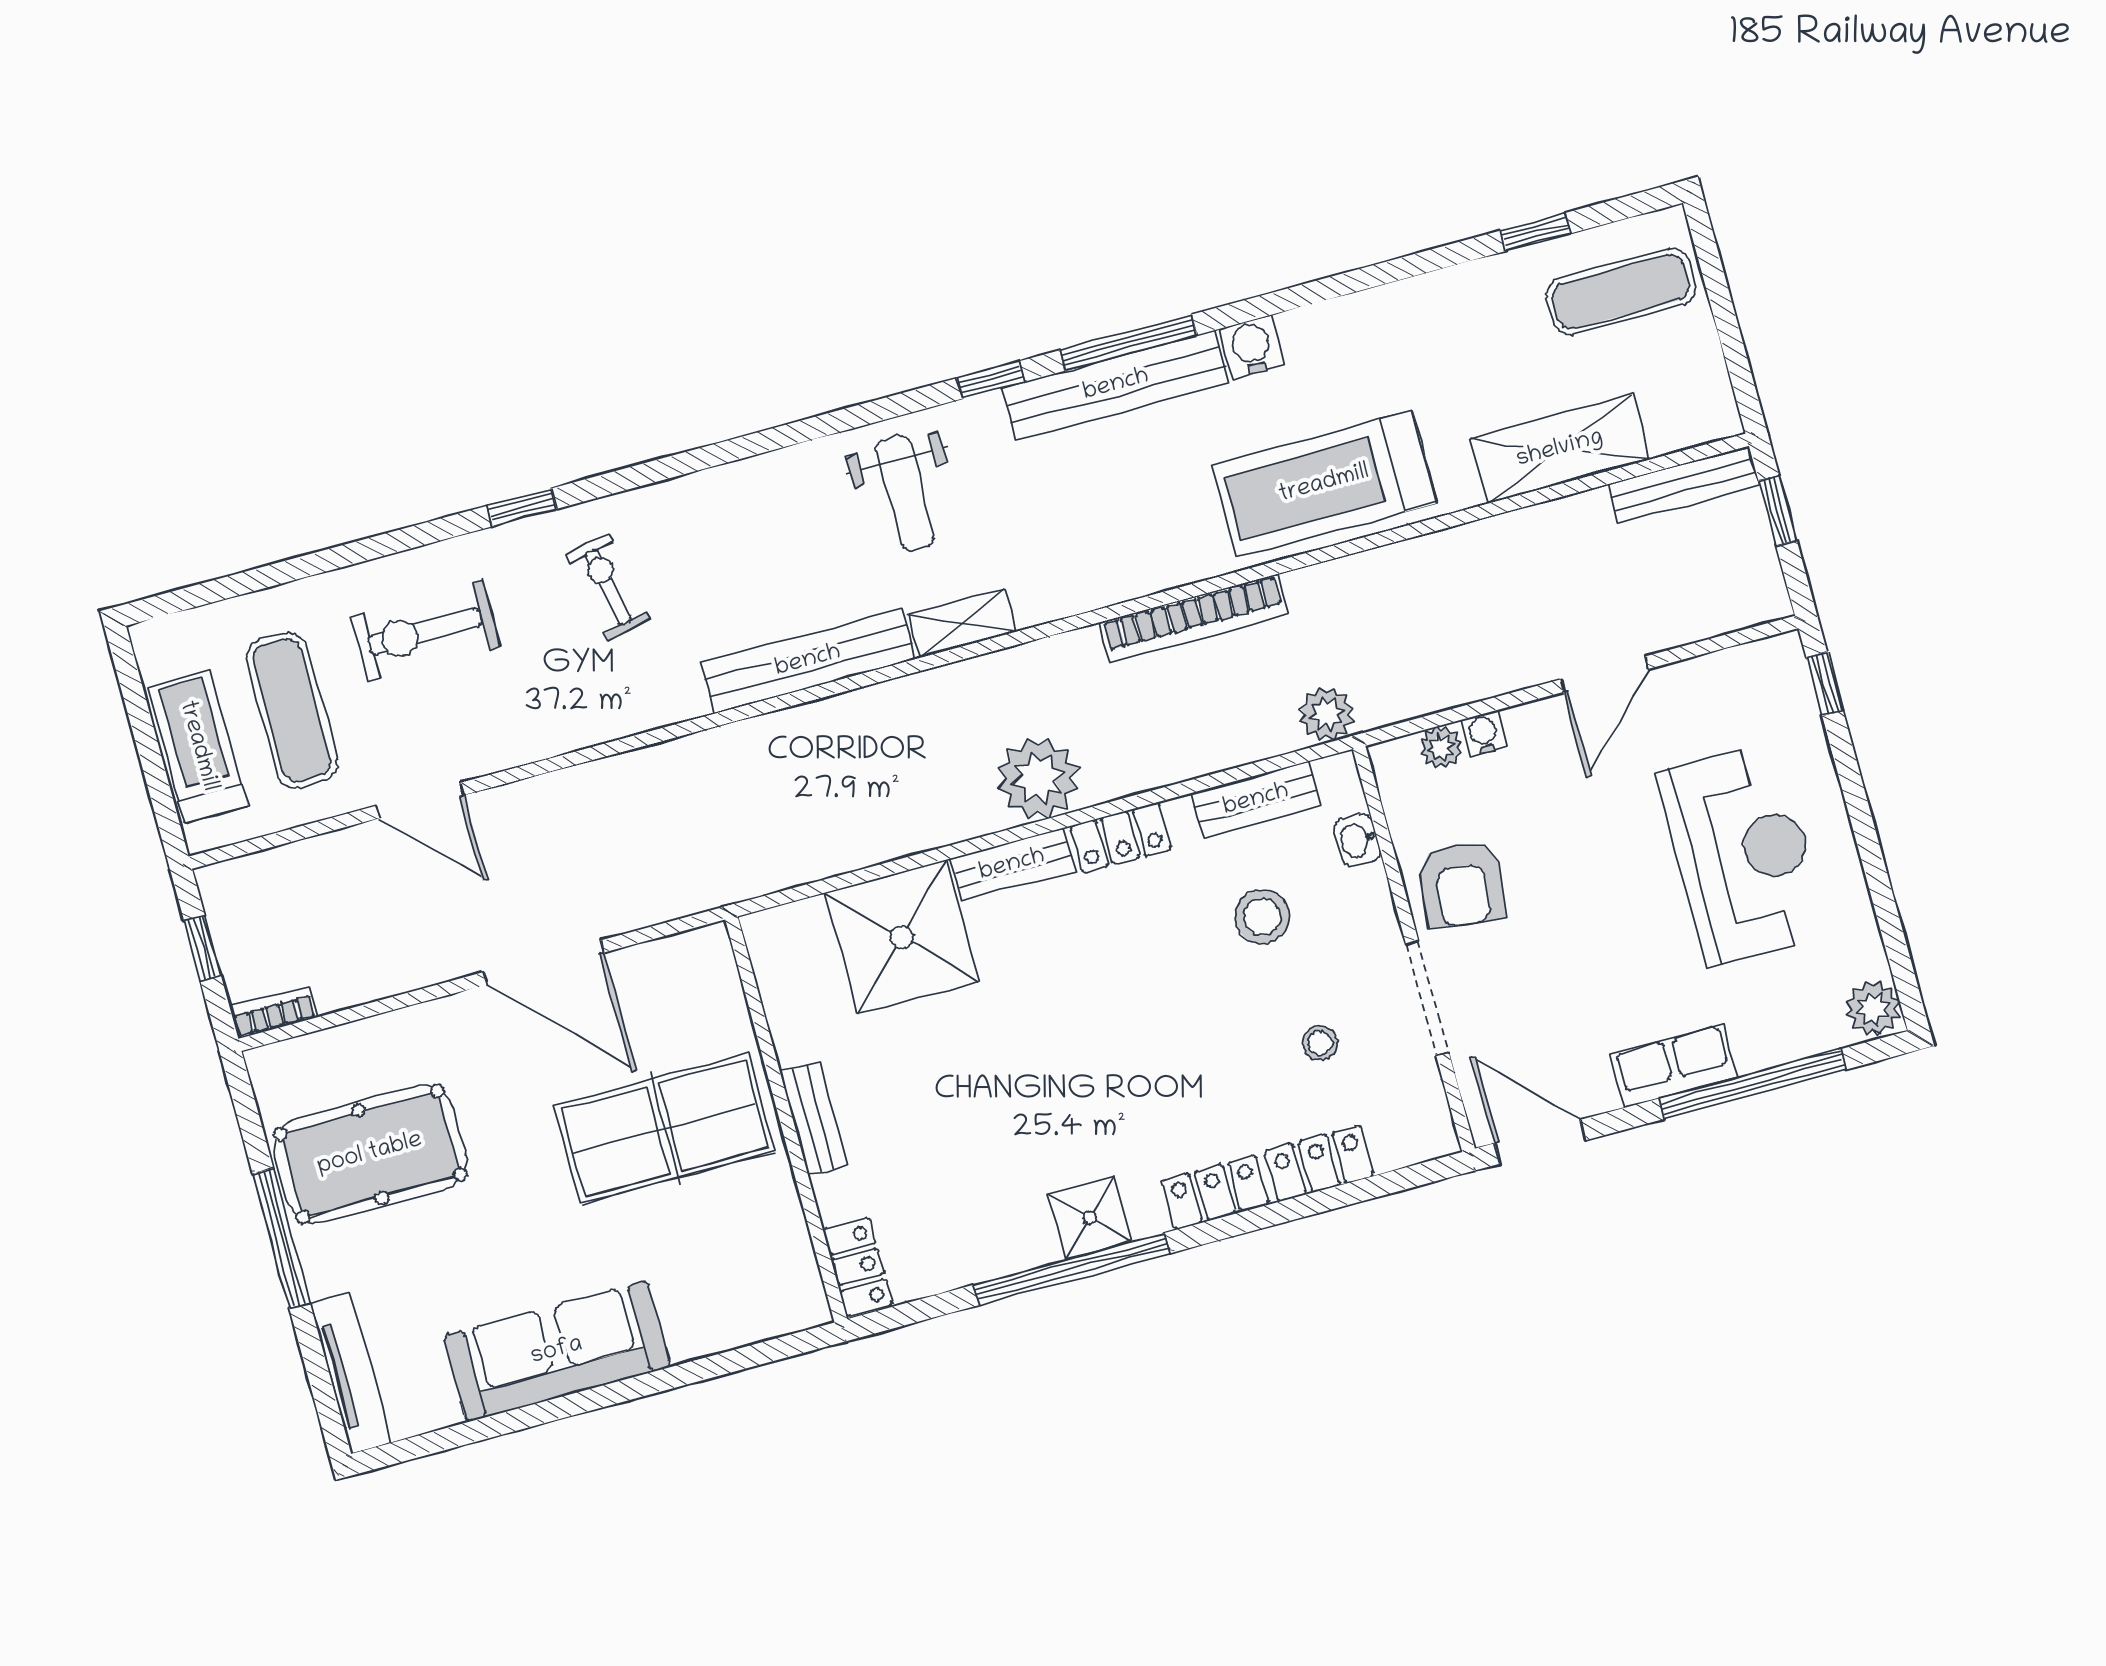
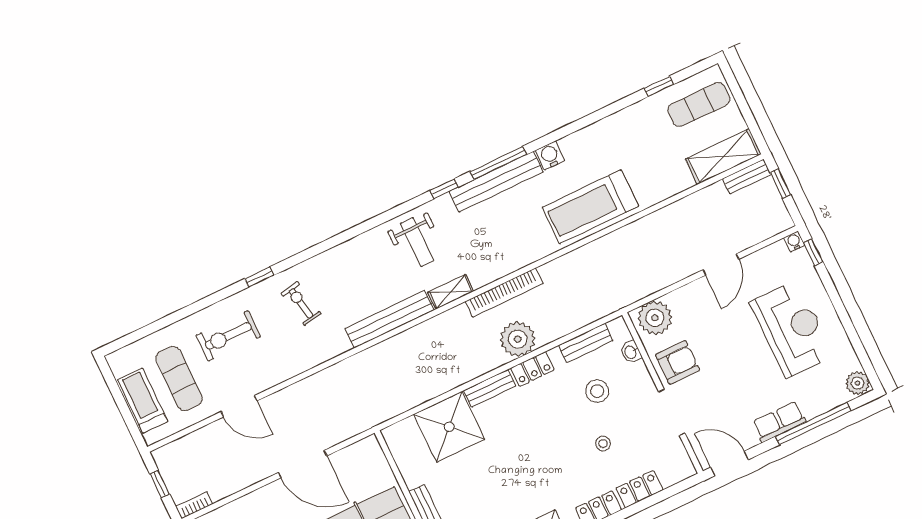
shelving: (1560, 449) -> (723, 157), moved
bench: (1683, 485) -> (747, 177), width x0.73
bookcase: (1194, 618) -> (504, 293), moved
plant: (1327, 714) -> (609, 302), removed
water cooler: (1483, 733) -> (794, 241), moved
plant: (1441, 747) -> (655, 318), width x1.88, depth x1.88
plant: (1038, 778) -> (518, 339), moved
armchair: (1462, 884) -> (677, 362), turned -97
stool: (1320, 1043) -> (603, 444), moved

